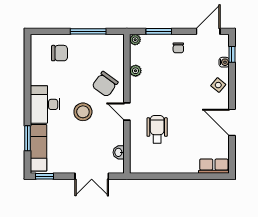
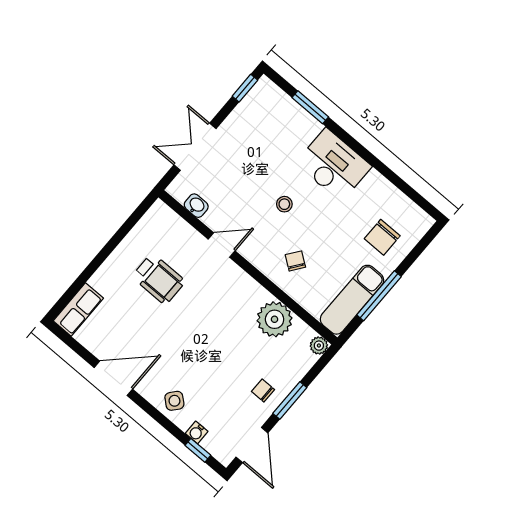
window: (159, 31) -> (290, 401), moved
plant: (136, 71) -> (275, 319), width x1.87, depth x1.87
chair: (105, 84) -> (295, 261), width x0.54, depth x0.54
door: (127, 111) -> (222, 245), moved
stool: (83, 112) -> (284, 204), width x0.53, depth x0.53
wheelchair: (157, 129) -> (159, 279), moved
exam couch: (39, 148) -> (352, 300), moved, turned 90

